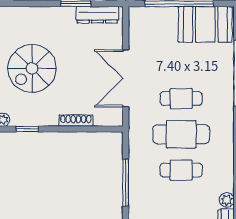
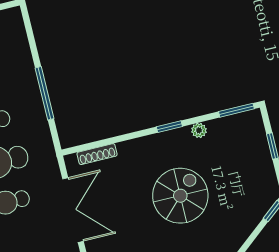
shoe rack: (76, 121) -> (97, 154), moved

